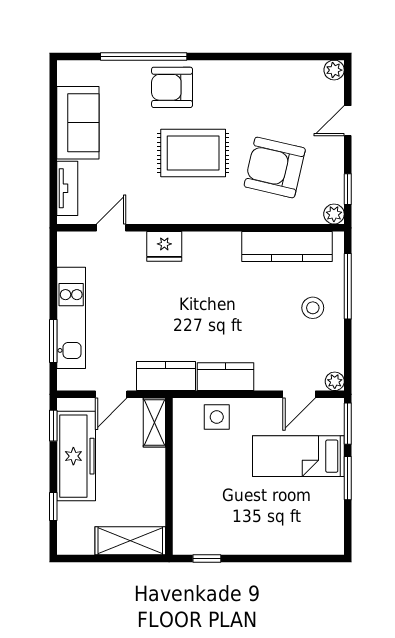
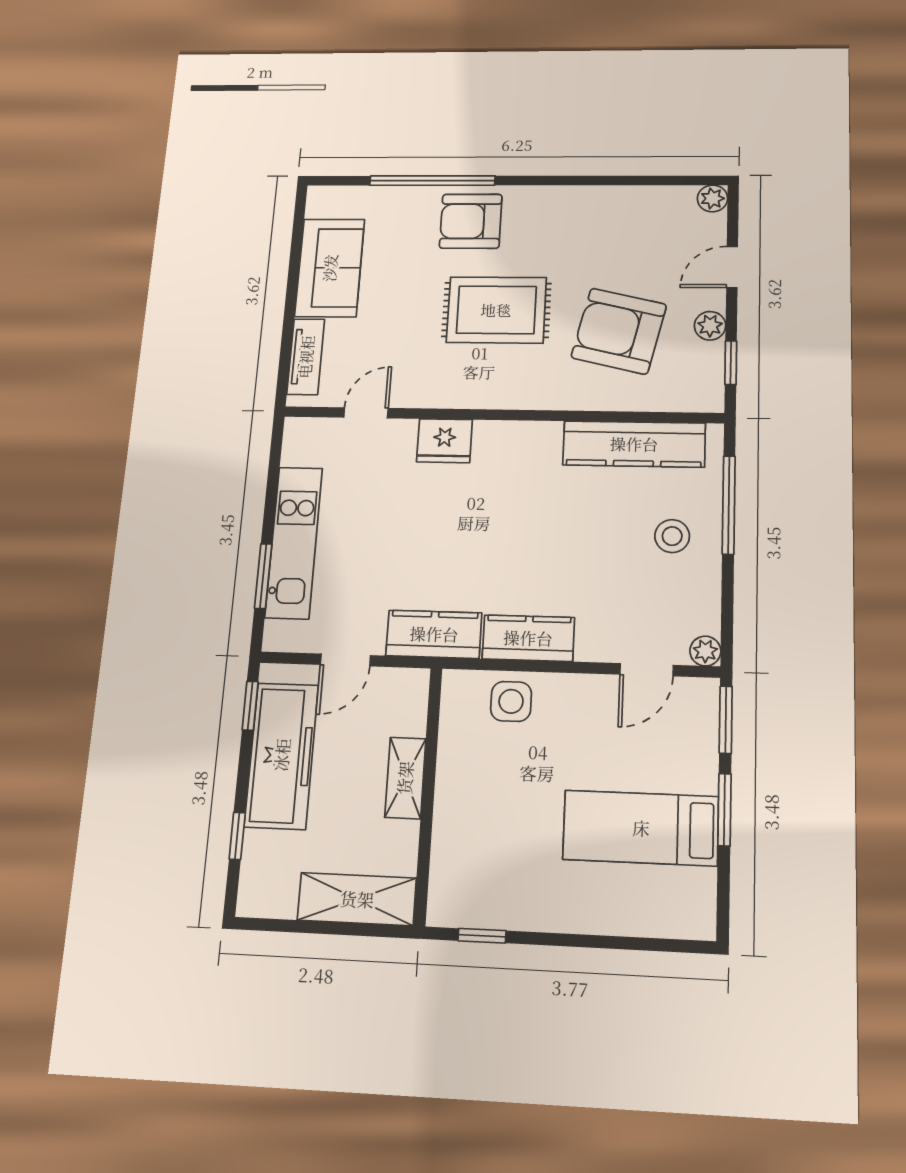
plant: (334, 214) -> (710, 326), moved
shelving: (154, 423) -> (405, 778), moved
bed: (298, 456) -> (641, 828), moved

